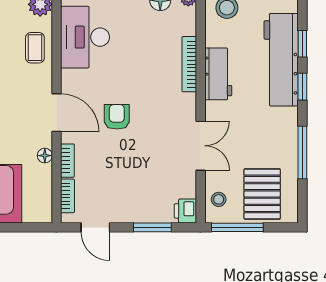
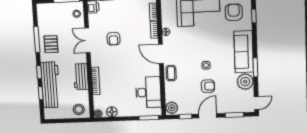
coffee table: (35, 48) -> (171, 73), moved
armchair: (117, 117) -> (114, 39), moved
pallet: (262, 194) -> (51, 44), moved, width x0.67, depth x0.71

